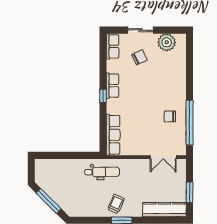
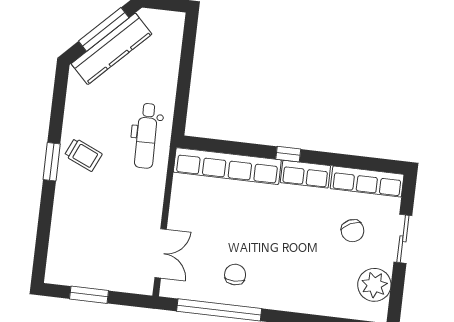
row of seats: (113, 46) -> (367, 181), width x1.48
row of seats: (113, 135) -> (227, 166), width x1.36
double door: (163, 157) -> (161, 253), swing flipped
kitchen counter: (164, 210) -> (112, 49), moved, turned 45

